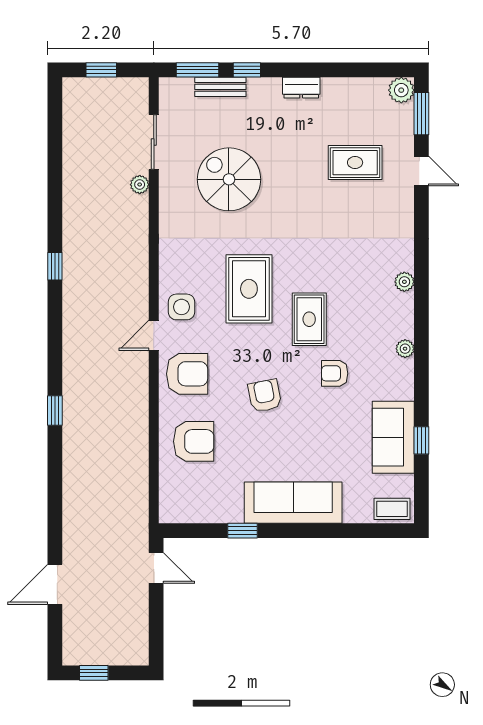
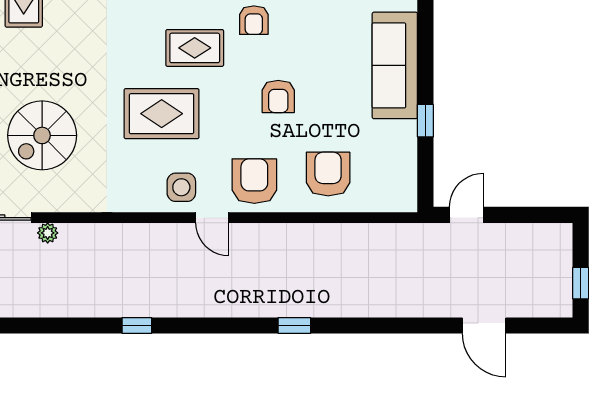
armchair: (265, 396) -> (278, 96), turned -79

